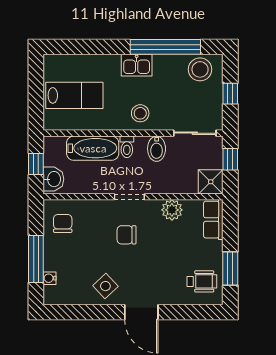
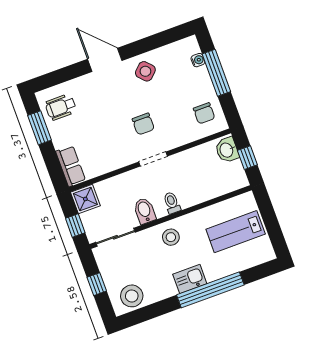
window: (165, 47) -> (210, 290), moved
bathtub: (93, 148) -> (202, 190), removed
plant: (172, 210) -> (111, 161), removed
chair: (127, 235) -> (143, 124), turned 90

